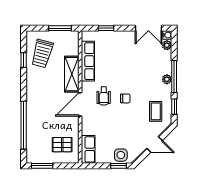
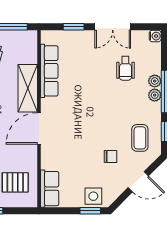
double door: (148, 28) -> (113, 27), moved
plant: (167, 45) -> (155, 81), moved
wheelchair: (104, 96) -> (125, 68), moved
chair: (125, 98) -> (110, 157), moved

